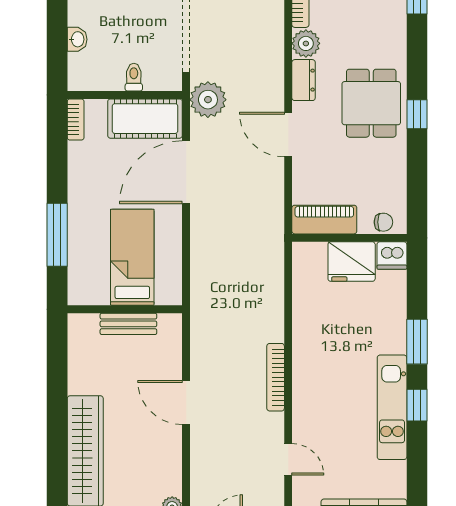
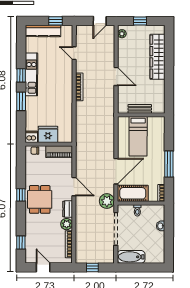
window: (57, 235) -> (169, 164), moved

